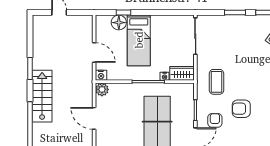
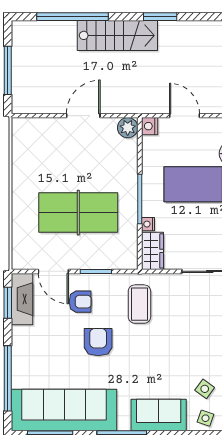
door: (94, 53) -> (185, 116), swing flipped
coffee table: (217, 82) -> (139, 304), turned 90

